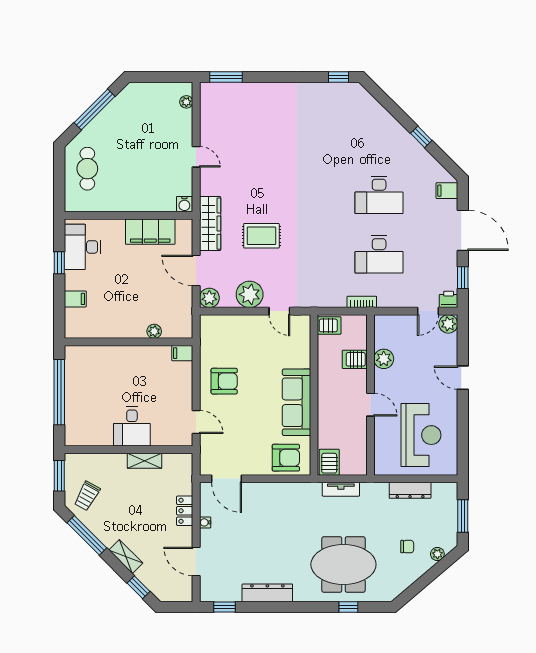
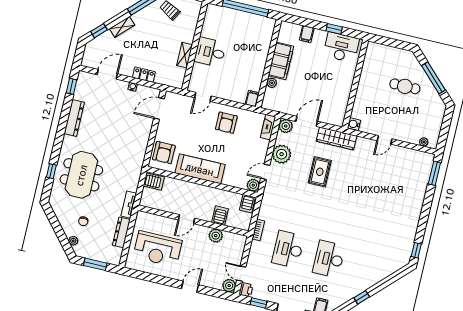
cafe table: (87, 169) -> (405, 86), moved
filing cabinet: (150, 232) -> (281, 61), moved, turned 180
fireplace: (217, 322) -> (268, 127), added
plant: (302, 324) -> (253, 185), added
tv unit: (341, 489) -> (129, 205), moved

